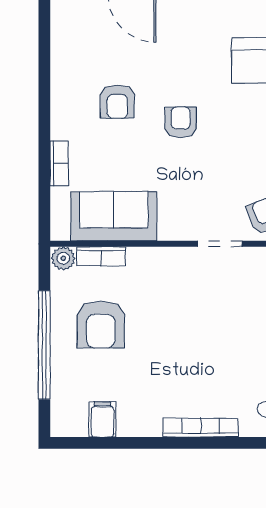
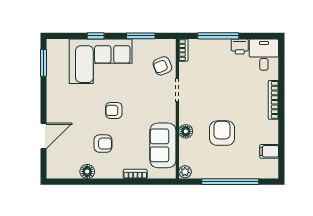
floor lamp: (64, 71) -> (87, 172), added
bookcase: (101, 256) -> (184, 152), removed
floor lamp: (141, 260) -> (186, 131), added
armchair: (101, 324) -> (222, 133), moved, turned -90

